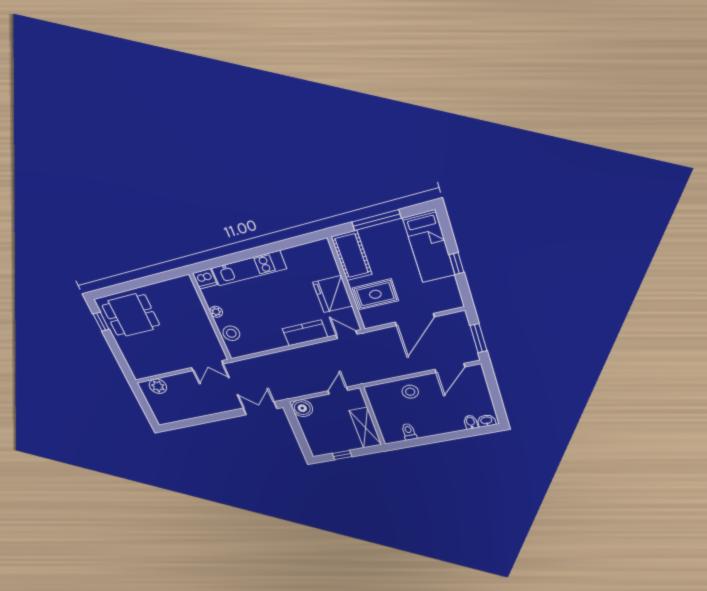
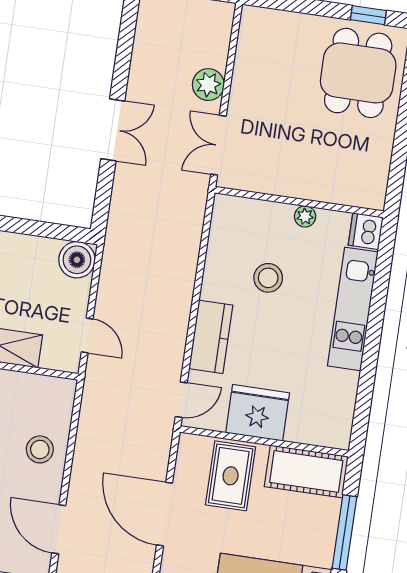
stool: (231, 333) -> (268, 278), moved
plant: (158, 386) -> (208, 85), moved
double door: (260, 408) -> (113, 130), moved

